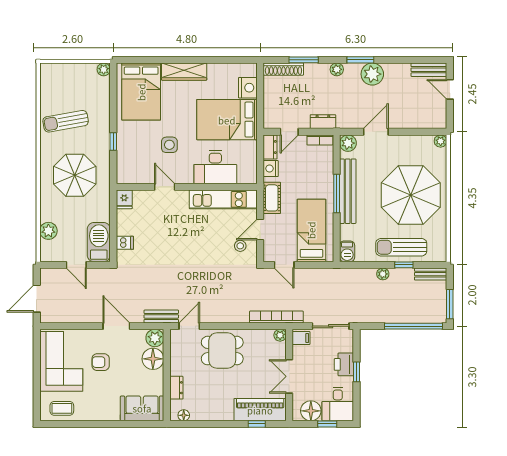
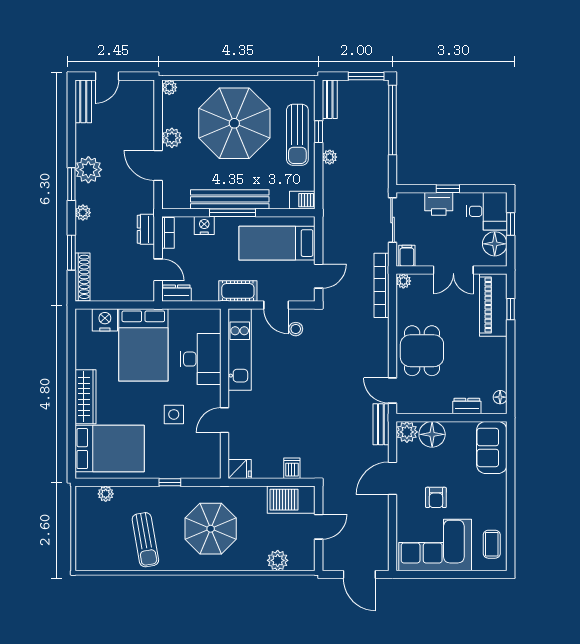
plant: (104, 69) -> (106, 494), moved
plant: (348, 143) -> (172, 138), moved
nightstand: (271, 169) -> (204, 225), moved, turned 180

